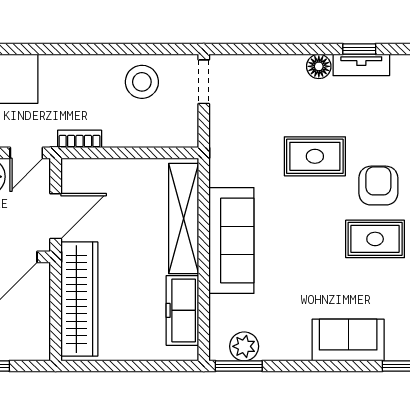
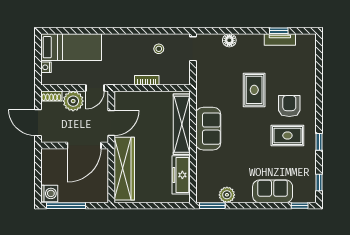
floor lamp: (319, 66) -> (229, 40), moved
stool: (142, 82) -> (159, 49), width x0.53, depth x0.53
bookcase: (80, 139) -> (147, 80), moved
rug: (315, 156) -> (254, 90), turned 90
sofa: (231, 240) -> (208, 129), width x0.73
plant: (244, 346) -> (227, 195), moved

